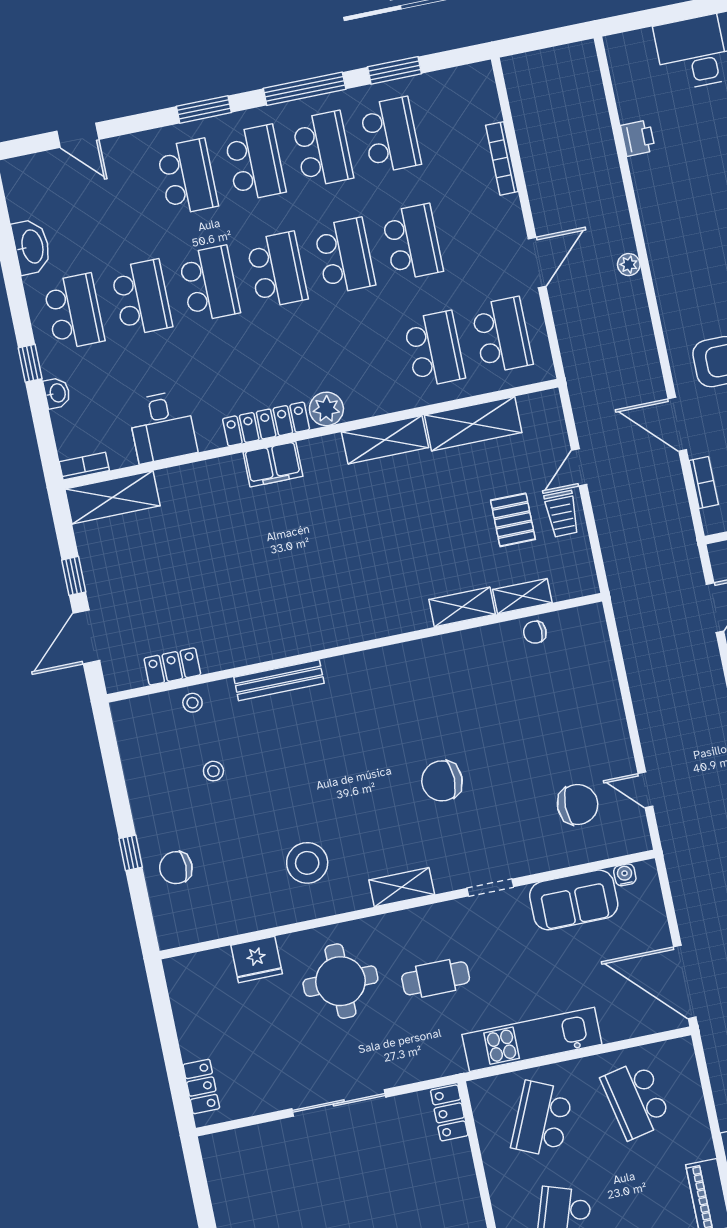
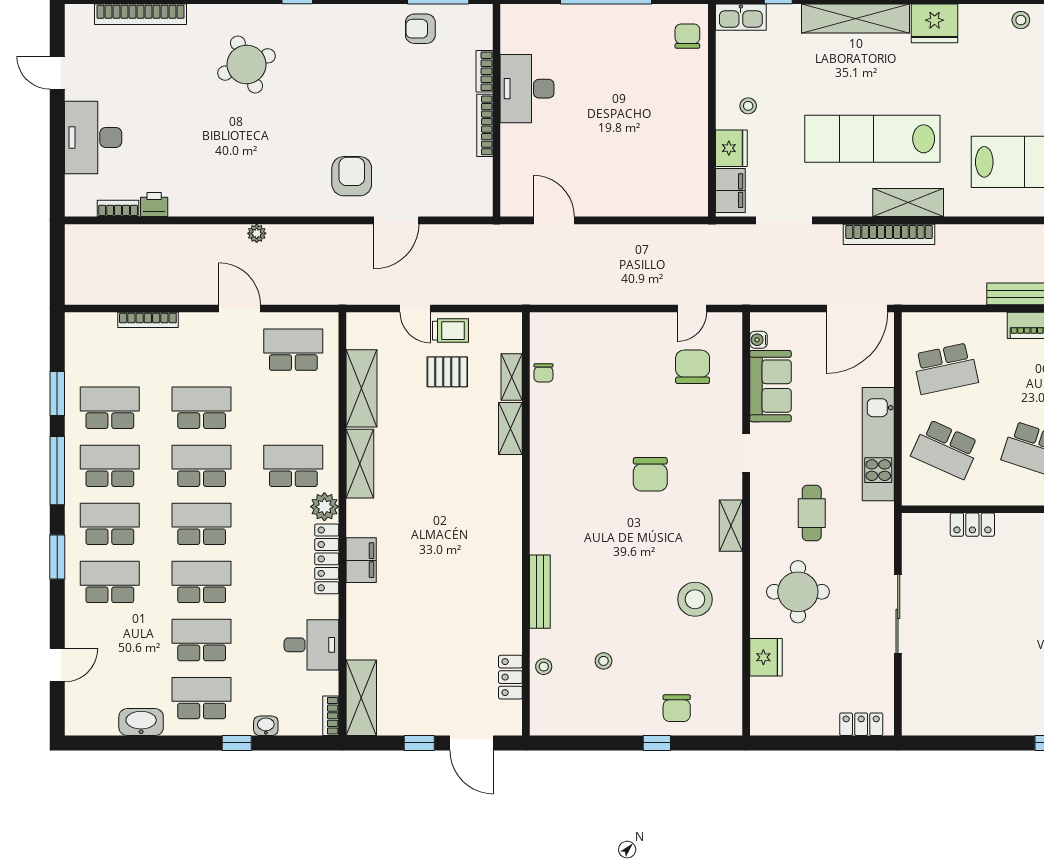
school desk: (434, 349) -> (293, 466), moved
bookcase: (704, 482) -> (118, 208), moved
locker: (449, 1113) -> (972, 525), moved

